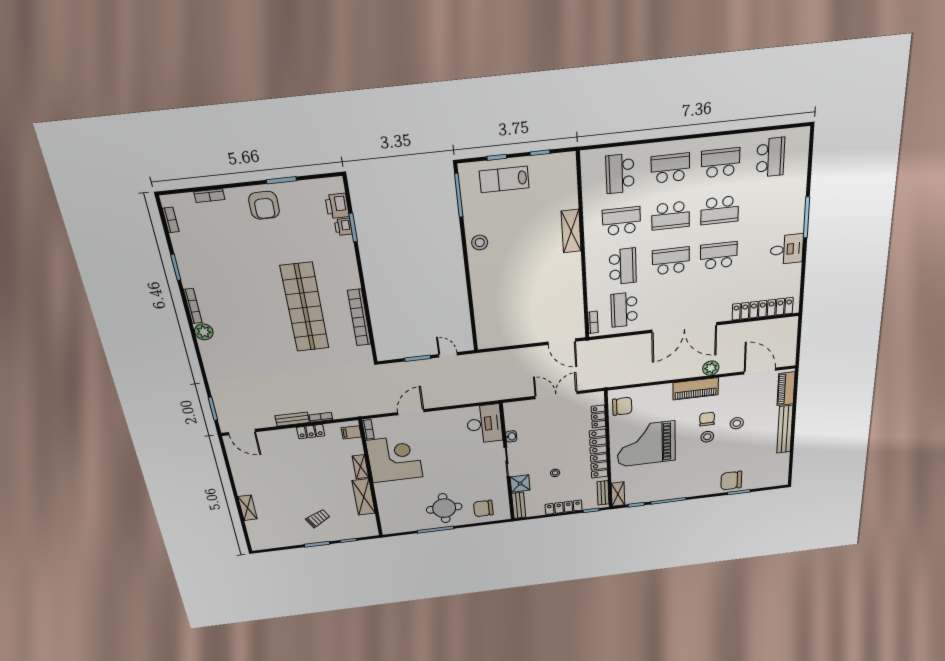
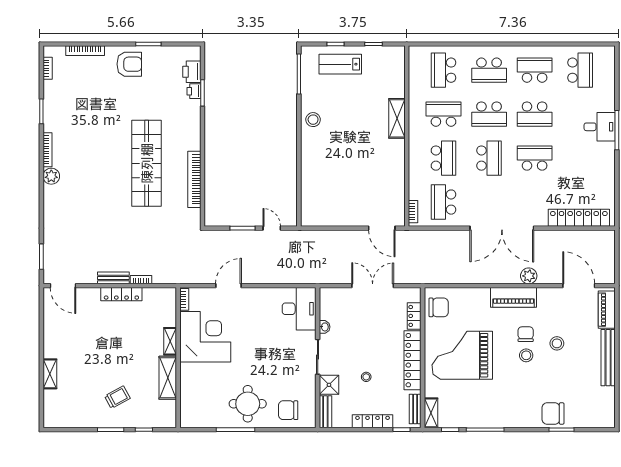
school desk: (670, 168) -> (489, 70), turned 180
bookcase: (209, 196) -> (85, 51), width x1.56
armchair: (264, 205) -> (129, 64), turned -90
desk: (787, 249) -> (600, 127), moved
school desk: (671, 261) -> (489, 158), turned 90
locker: (311, 432) -> (121, 294), width x1.53
filing cabinet: (351, 432) -> (167, 300), removed

